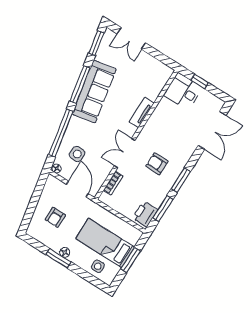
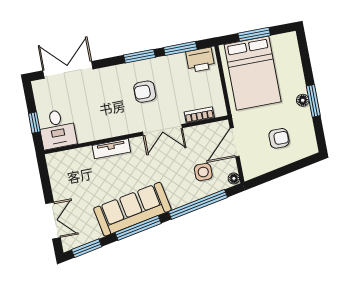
armchair: (157, 164) -> (145, 92), turned 90
bed: (105, 243) -> (253, 73), width x1.50
side table: (98, 266) -> (287, 59), removed

